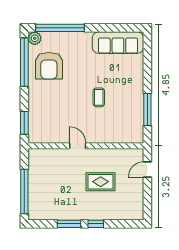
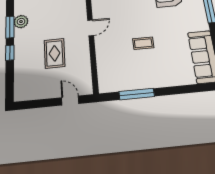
plant: (64, 213) -> (21, 22), added

